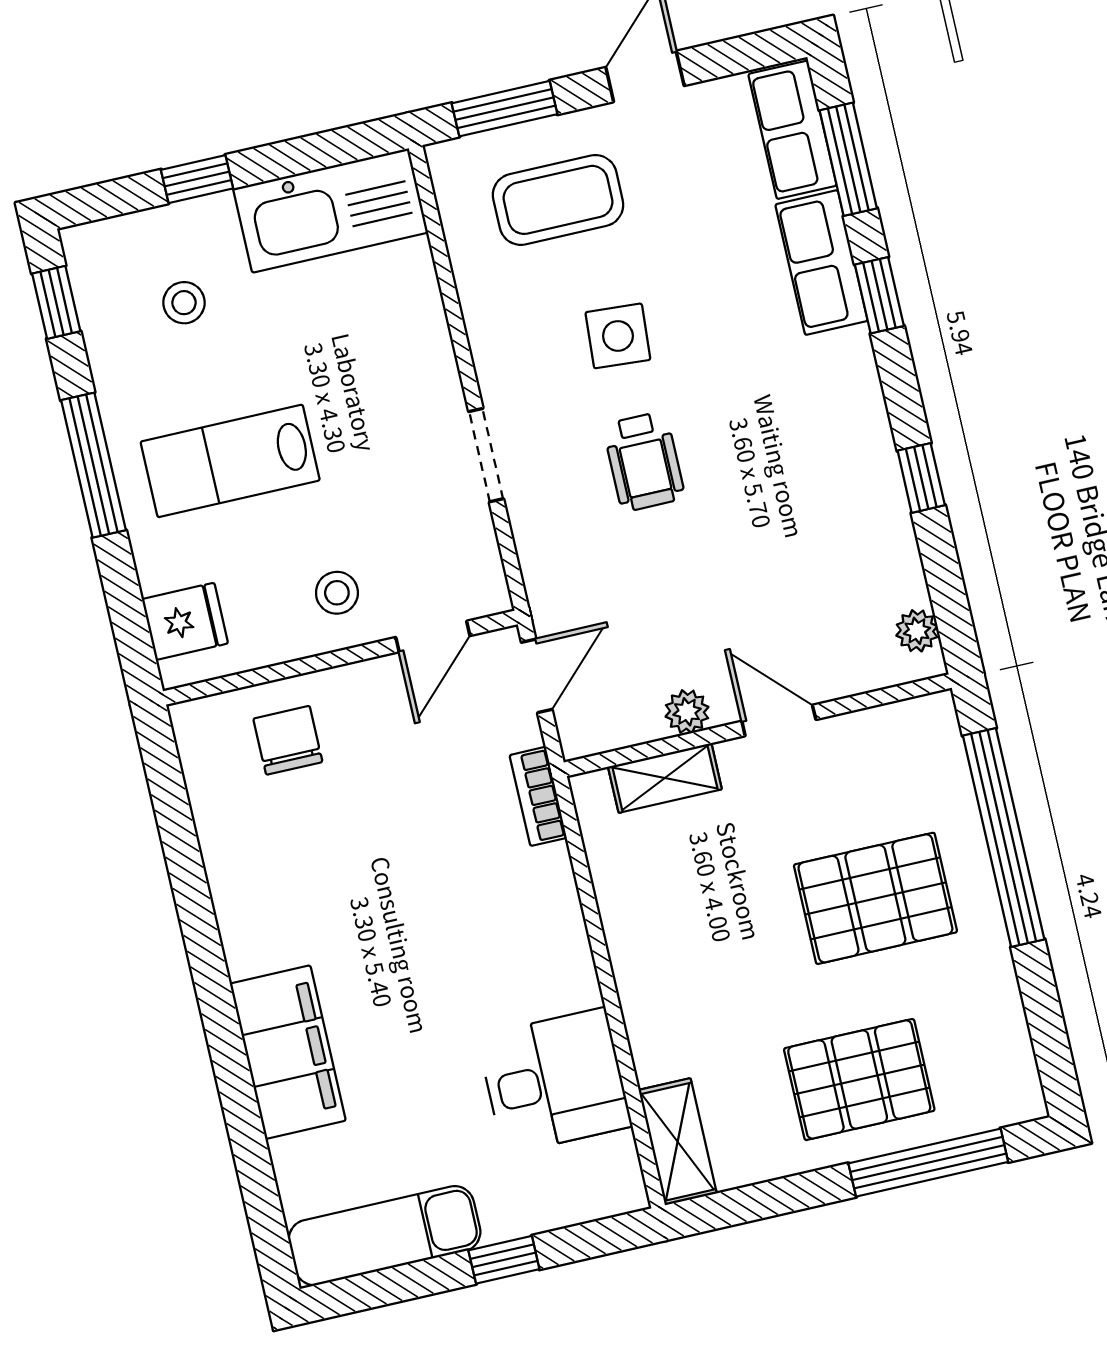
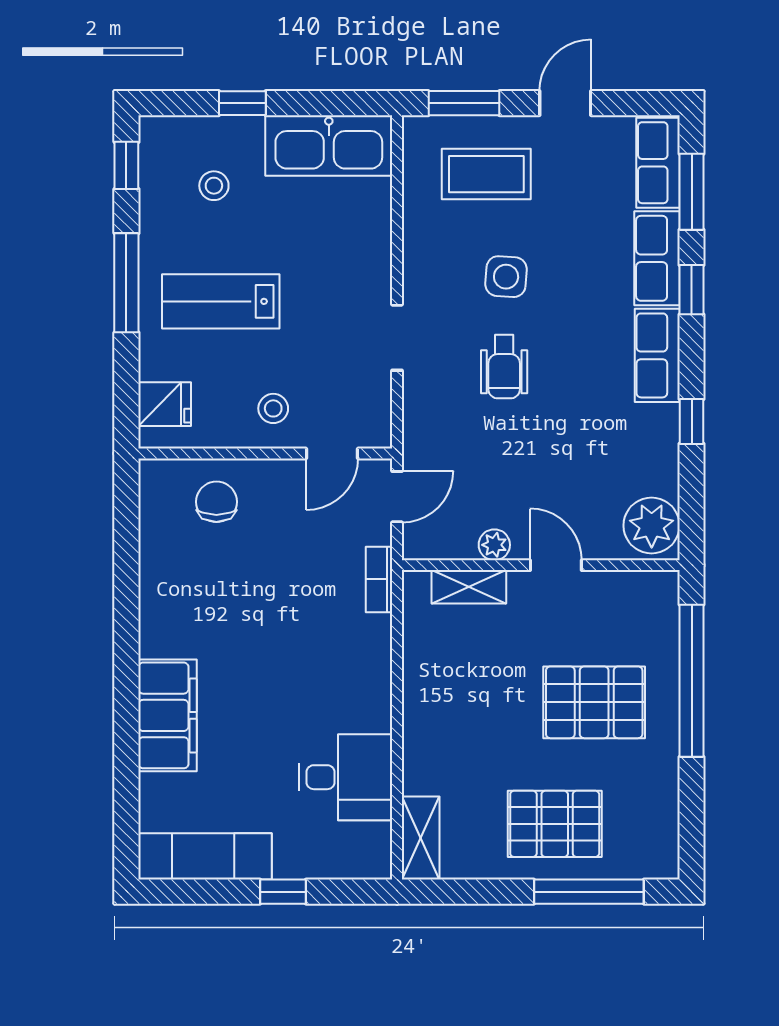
row of seats: (853, 397) -> (657, 355), added
plant: (917, 631) -> (652, 526), width x1.88, depth x1.88

